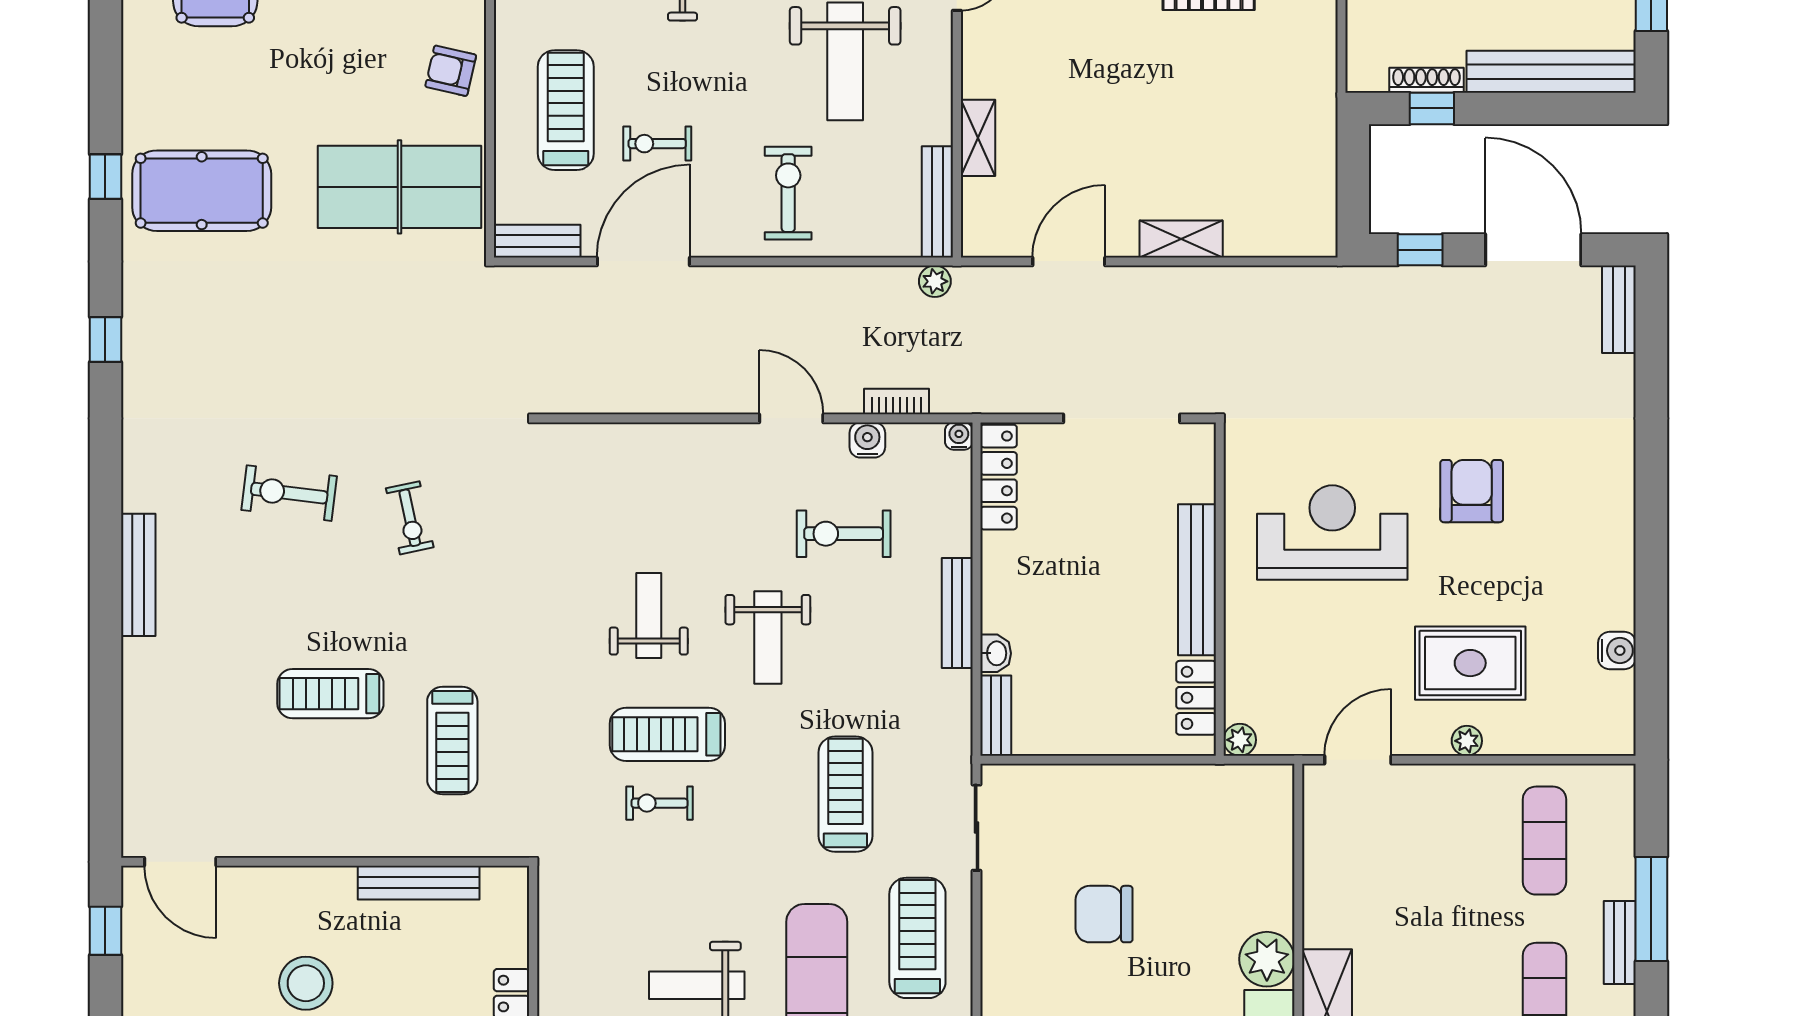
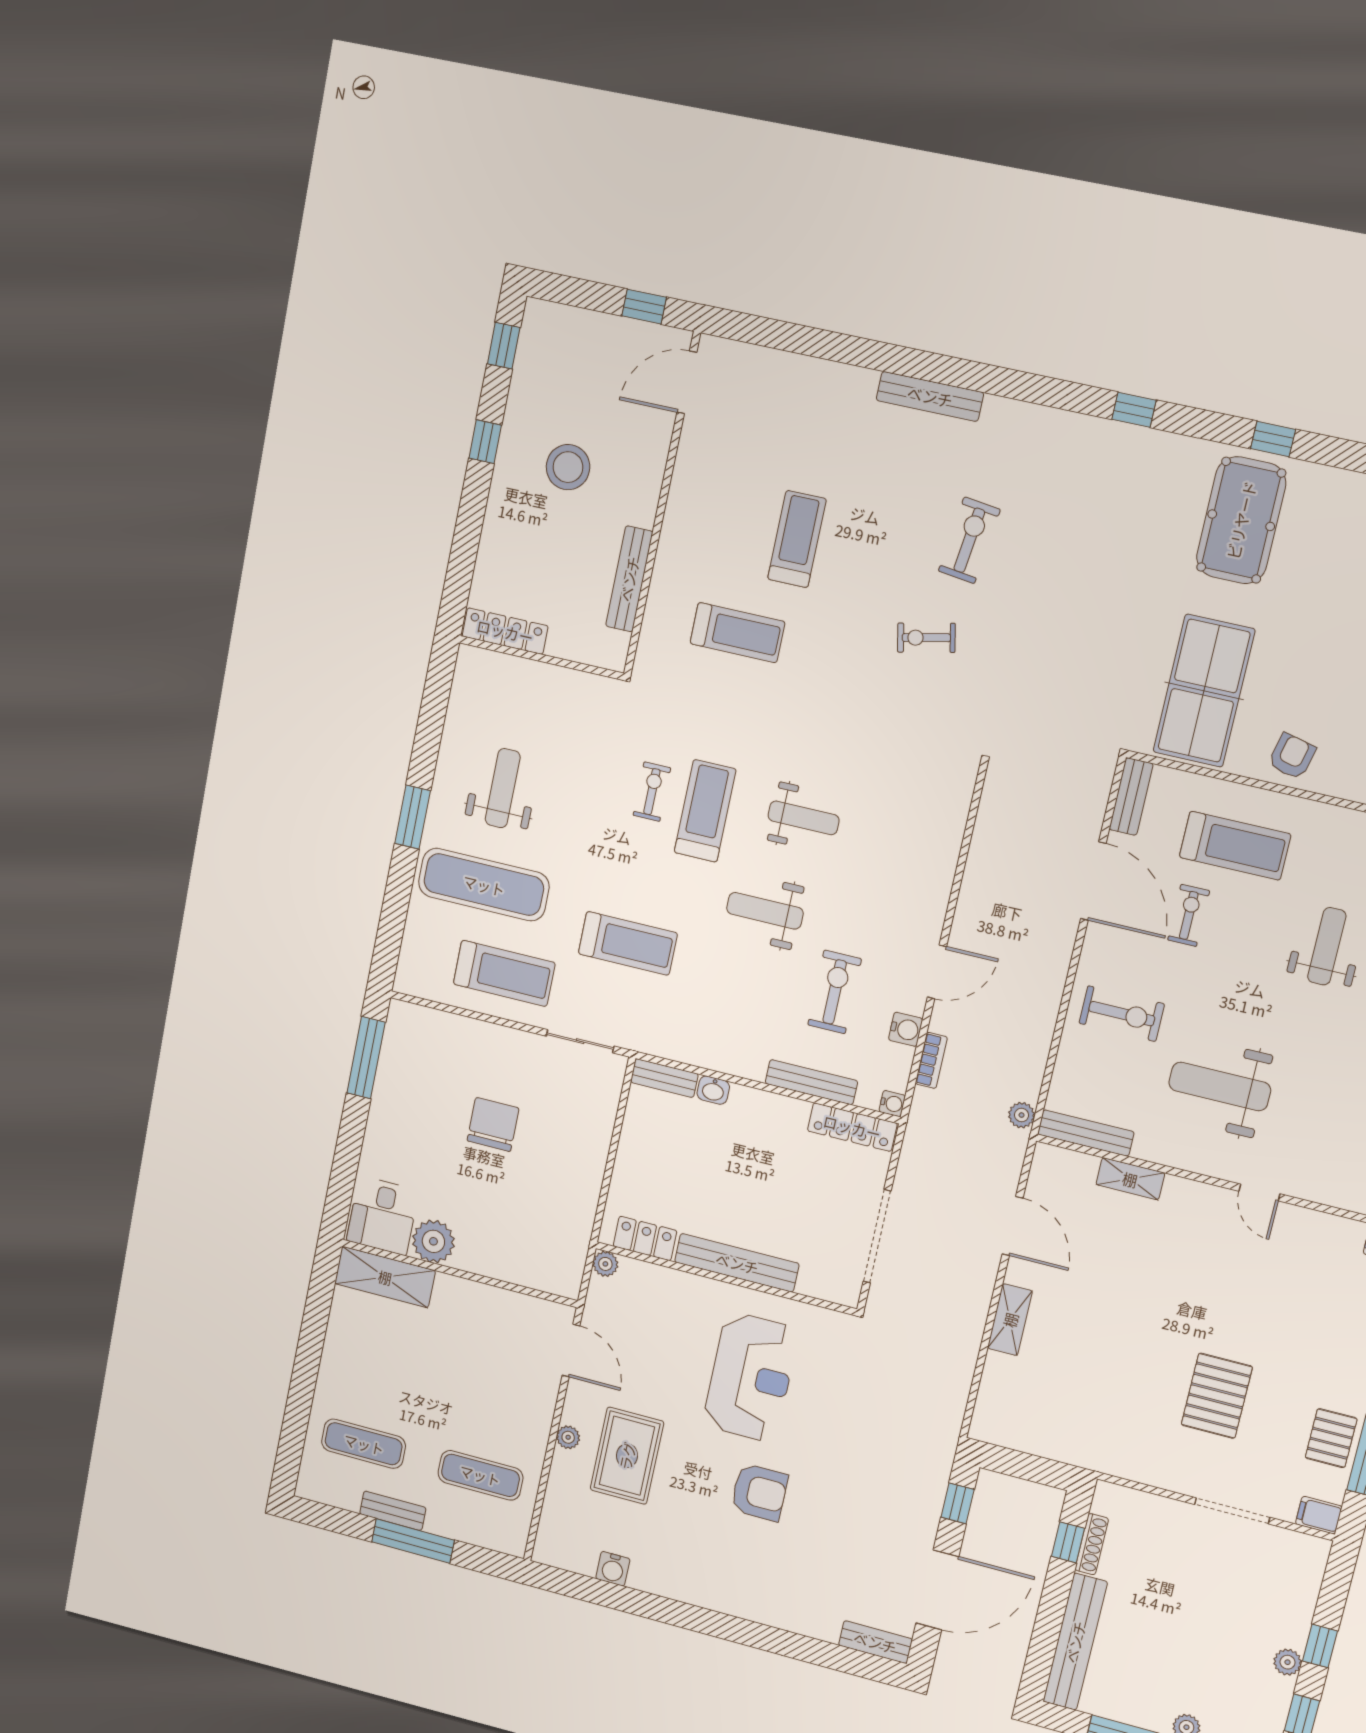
bench: (957, 613) -> (811, 1082), moved
treadmill: (452, 740) -> (737, 633), turned 180

